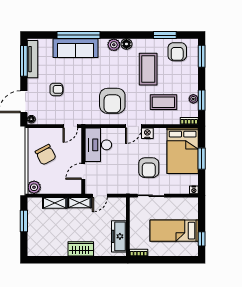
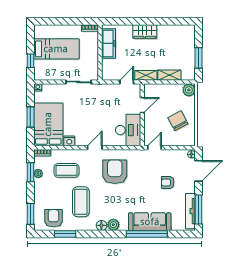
nightstand: (147, 133) -> (69, 141), moved
armchair: (149, 168) -> (80, 108), removed
window: (202, 239) -> (30, 61), moved

